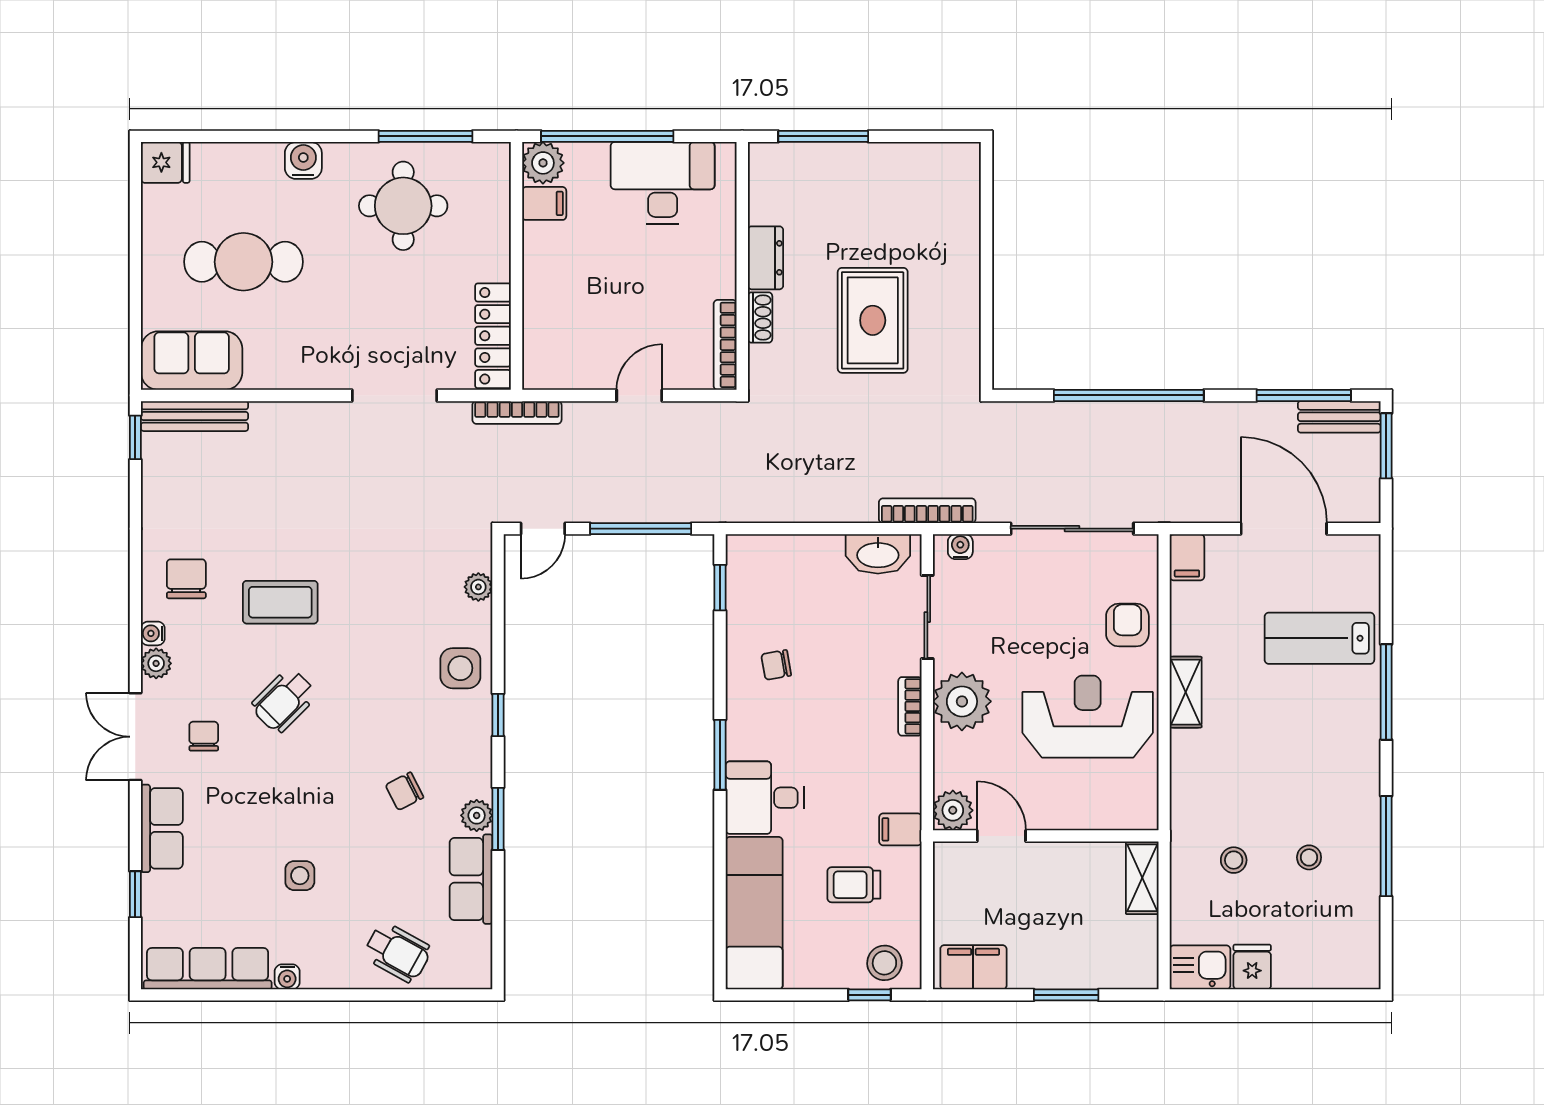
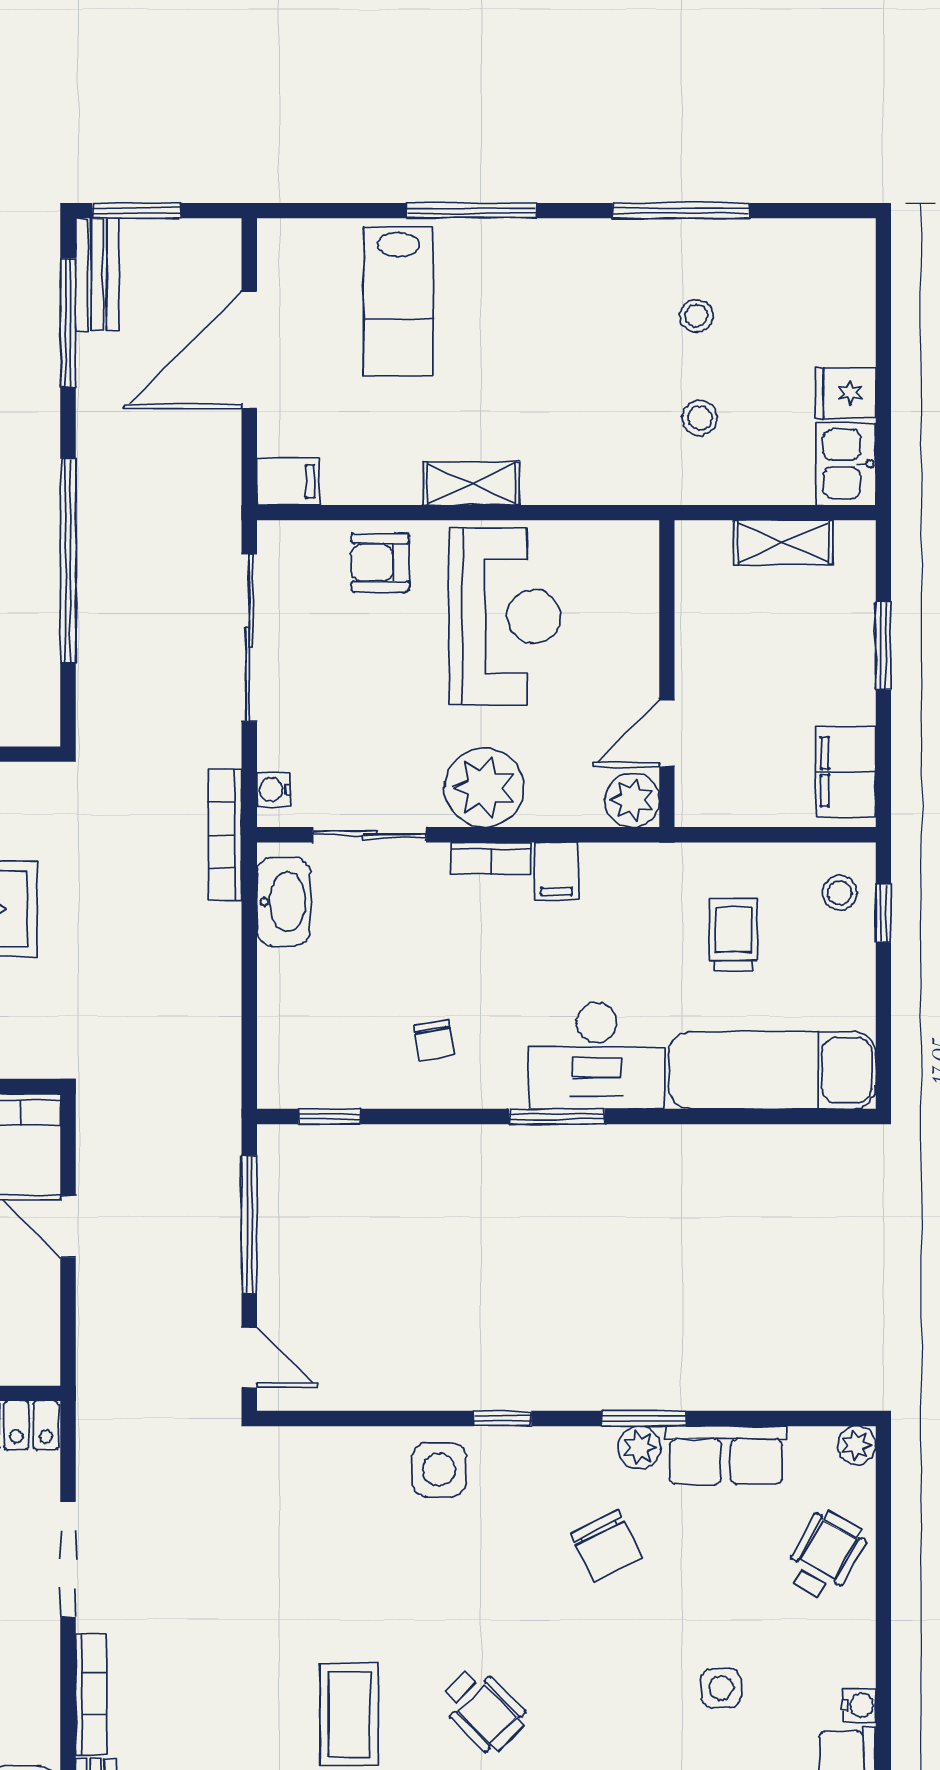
bookcase: (517, 412) -> (91, 1694), moved
plant: (478, 587) -> (857, 1445), moved
reception desk: (1088, 717) -> (505, 617), turned 180
chair: (404, 791) -> (606, 1546), width x1.37, depth x1.37
desk: (765, 798) -> (597, 1056), width x1.37
filing cabinet: (900, 829) -> (557, 871), moved
shelving: (1142, 878) -> (783, 542), moved
trolley: (854, 885) -> (733, 935), turned 180
stool: (884, 963) -> (840, 893), width x0.73, depth x0.73

